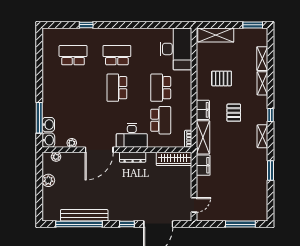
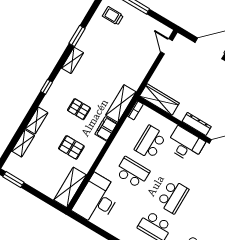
shelving: (216, 35) -> (70, 187), moved, turned 90
school desk: (161, 88) -> (132, 172), turned -90
pallet: (234, 113) -> (79, 109), turned 90
shelving: (262, 136) -> (72, 60), moved
filing cabinet: (203, 165) -> (136, 78), removed
trolley: (251, 204) -> (113, 16), added
door: (194, 205) -> (166, 46), hinge flipped

